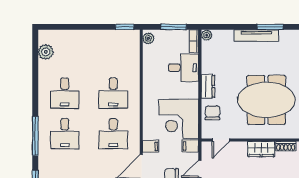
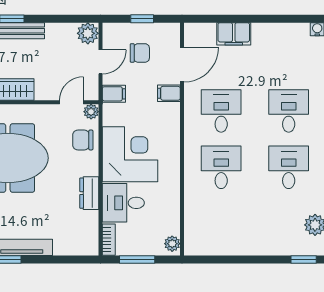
window: (125, 27) -> (304, 260), moved
plant: (207, 35) -> (91, 112), moved
dresser: (208, 86) -> (89, 193), moved
chair: (213, 113) -> (83, 140), turned 90
corner desk: (179, 119) -> (130, 154), moved

